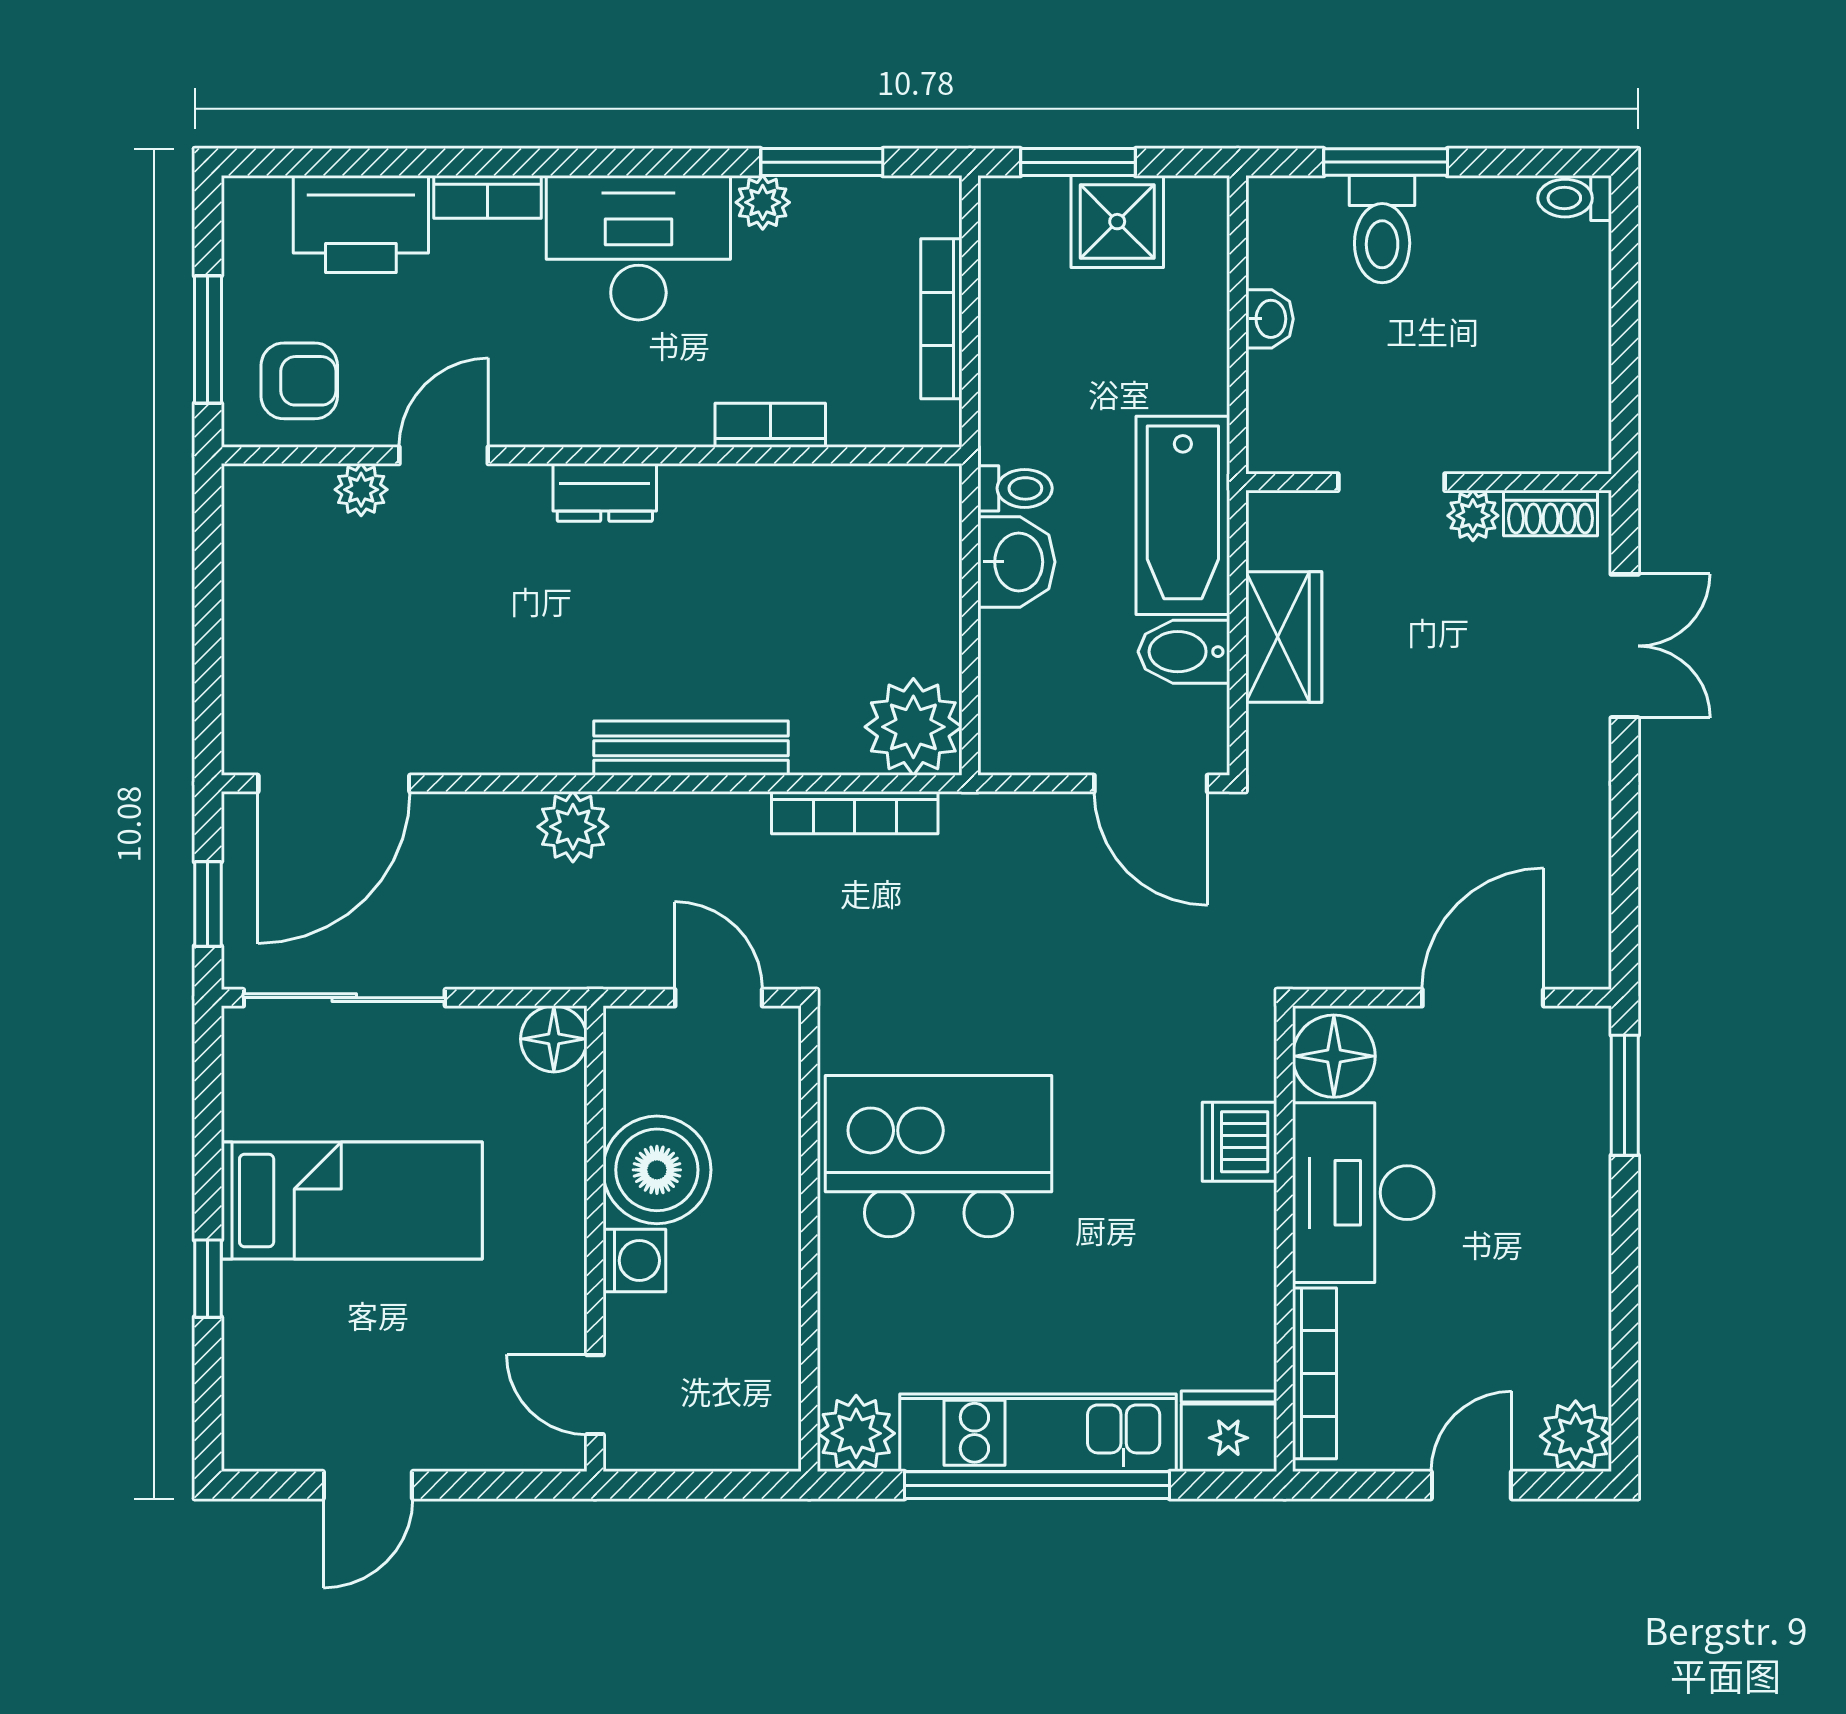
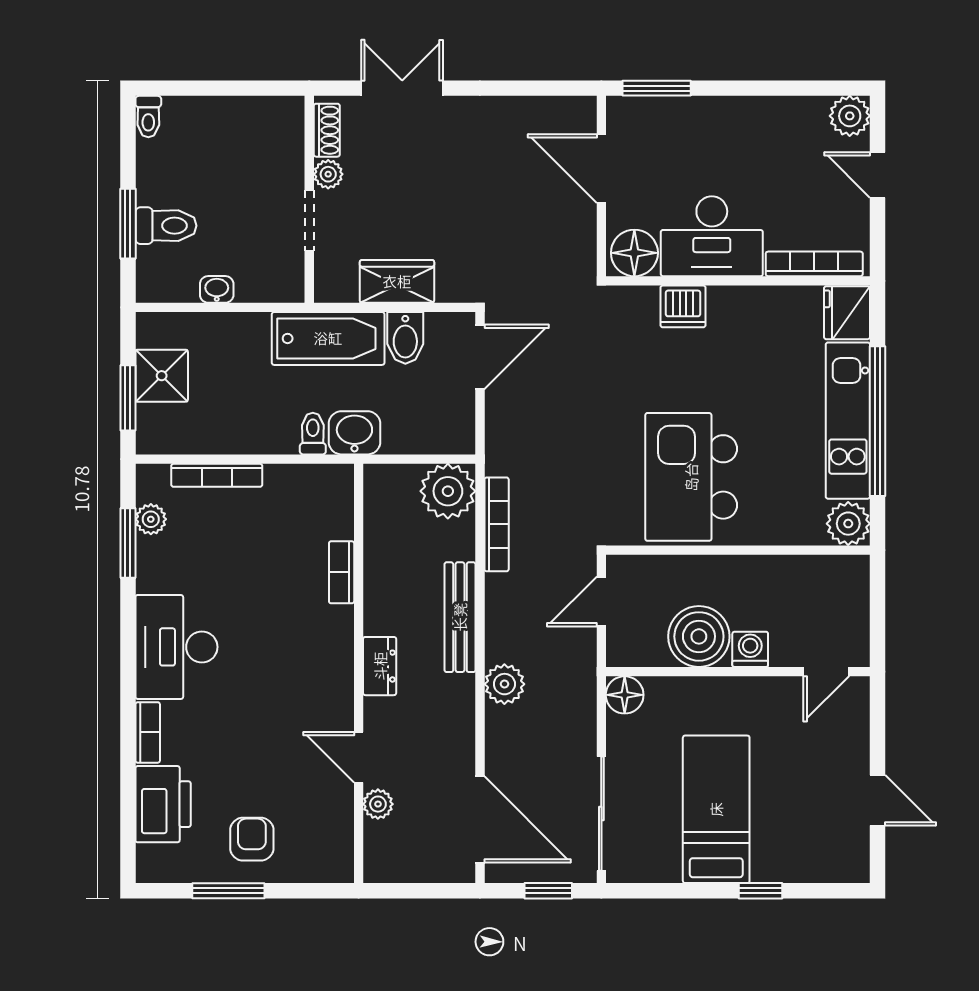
plant: (763, 202) -> (151, 519), moved
bookcase: (770, 425) -> (342, 572), moved
door: (444, 455) -> (359, 757), moved
wall: (592, 455) -> (359, 673), moved
plant: (361, 490) -> (378, 804), moved
dresser: (605, 492) -> (380, 666), moved

